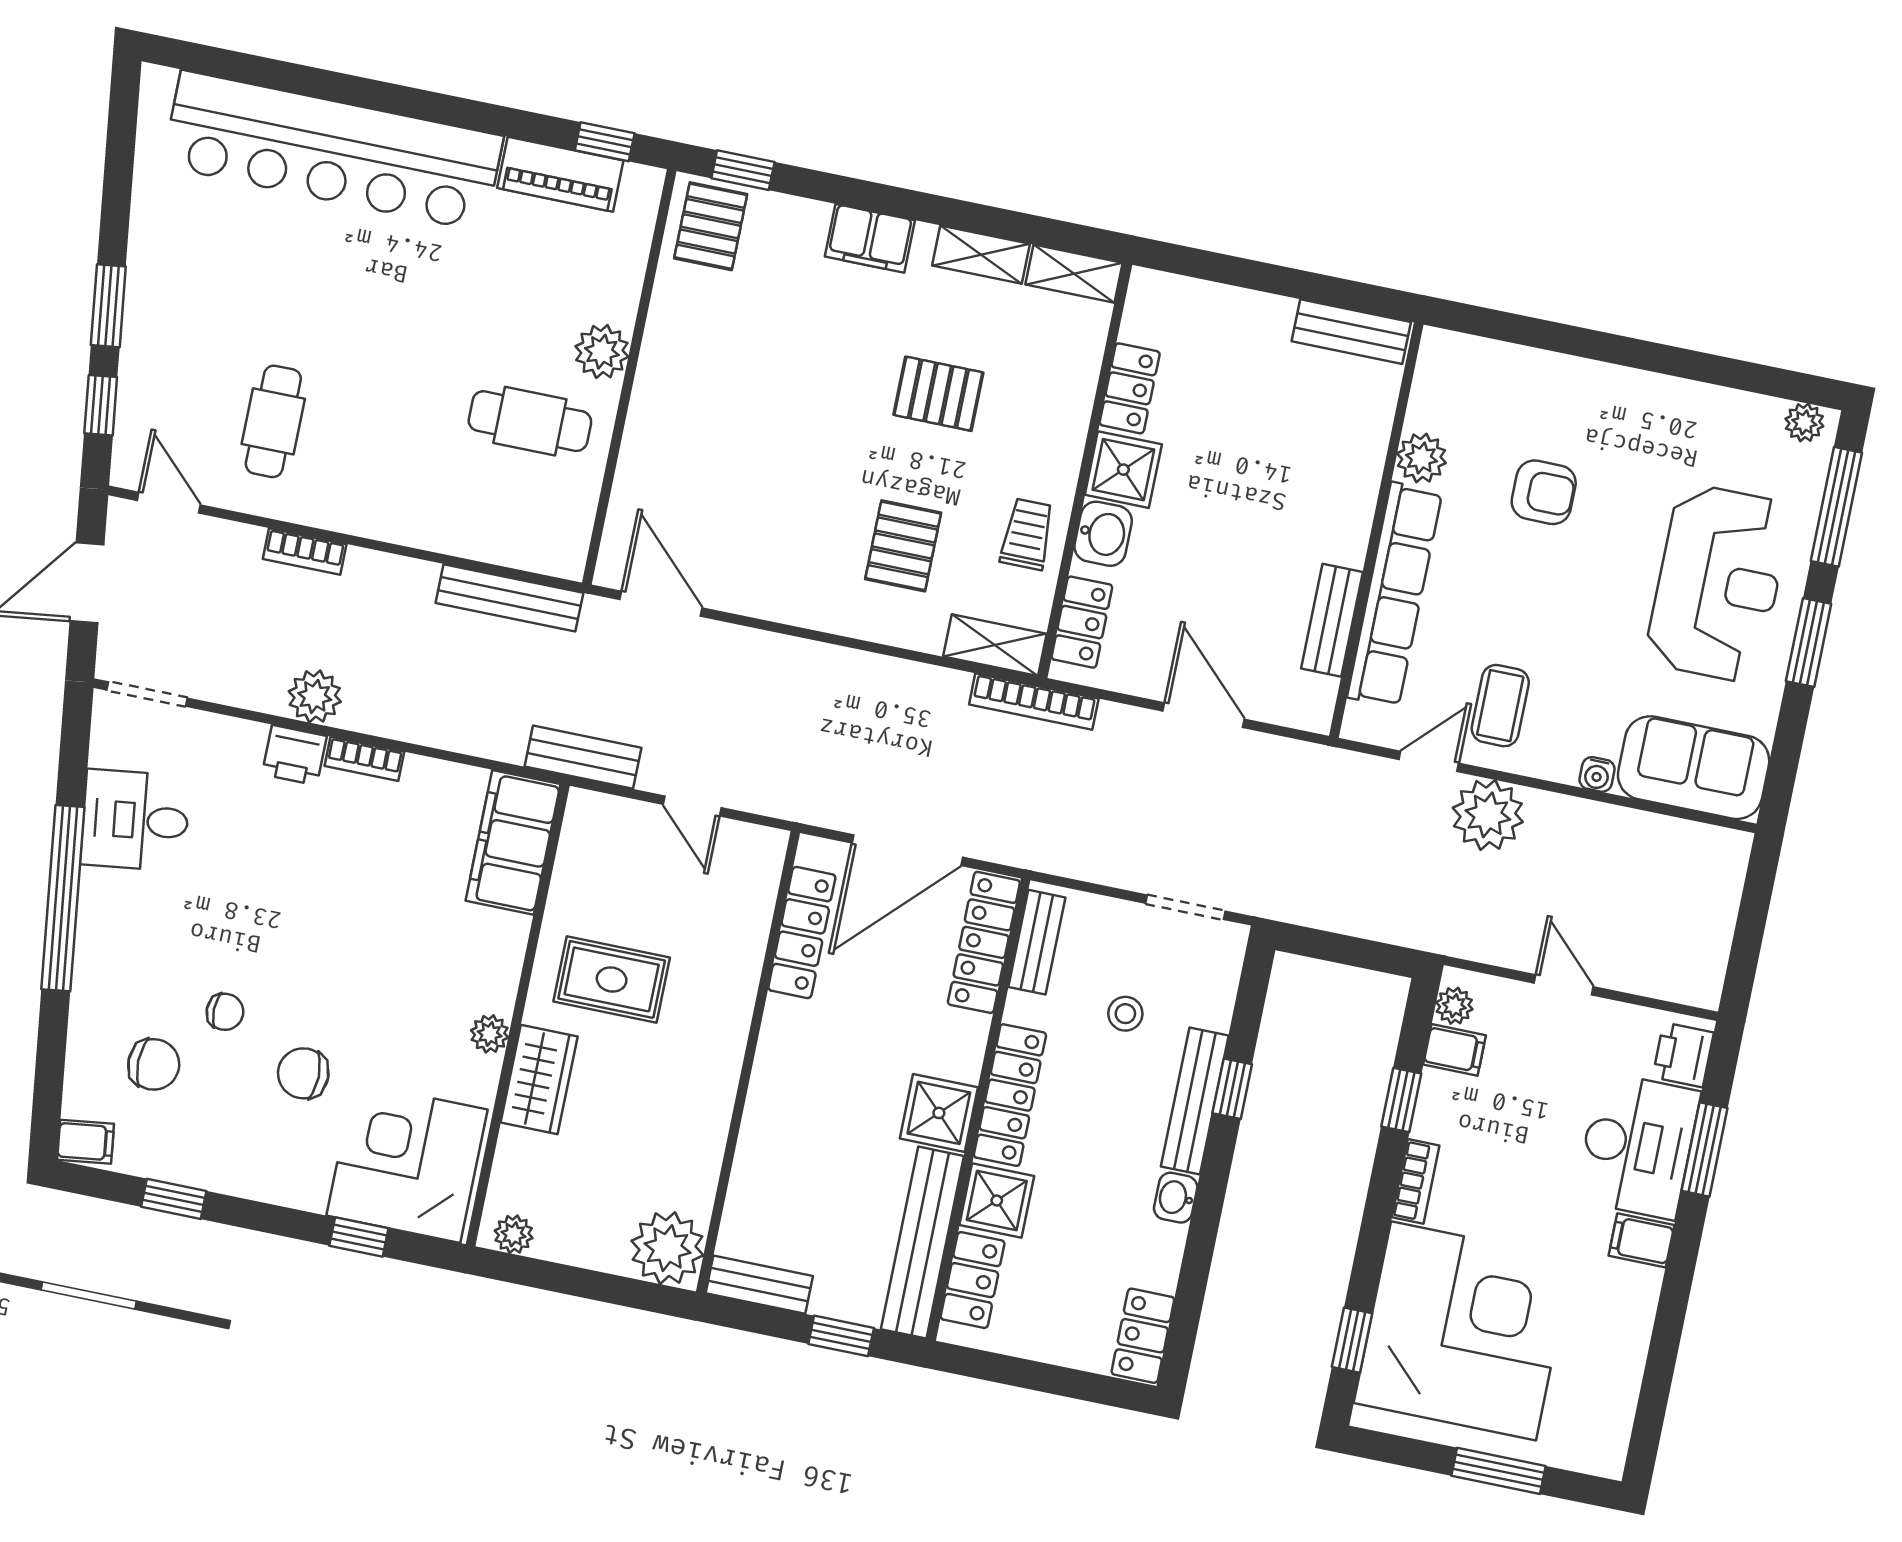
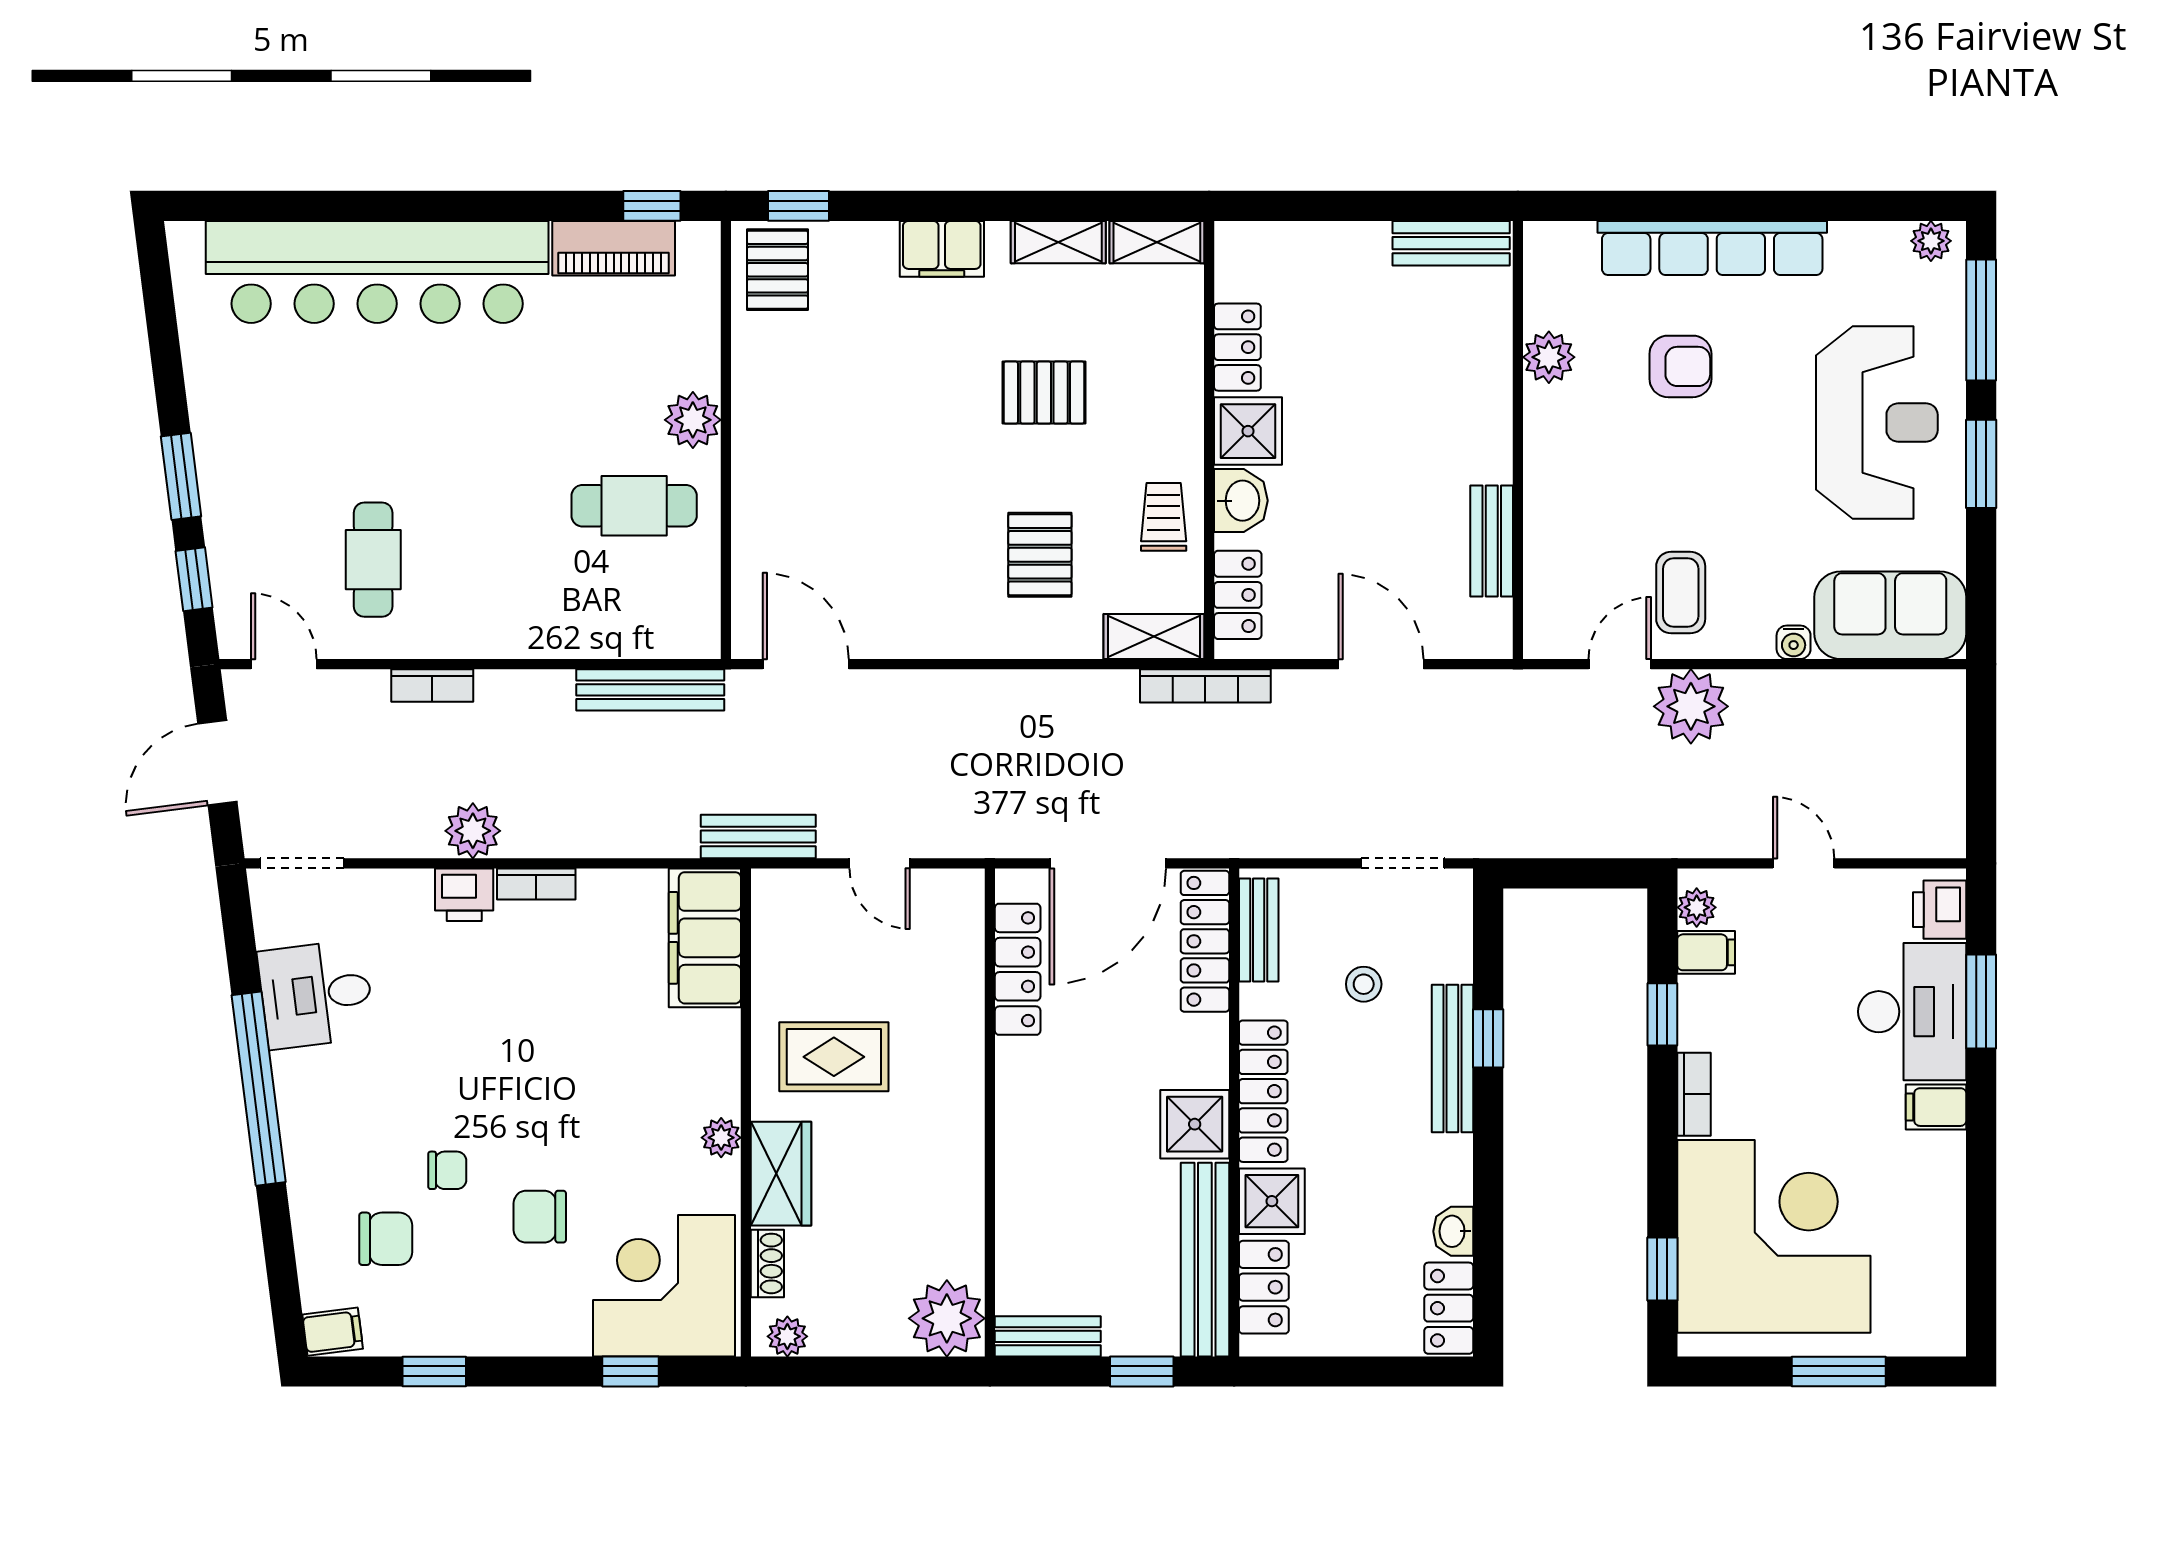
row of seats: (1395, 595) -> (1712, 248), moved, turned 90
shoe rack: (509, 1162) -> (767, 1263), added
washbasin: (1176, 1198) -> (1453, 1231), moved

